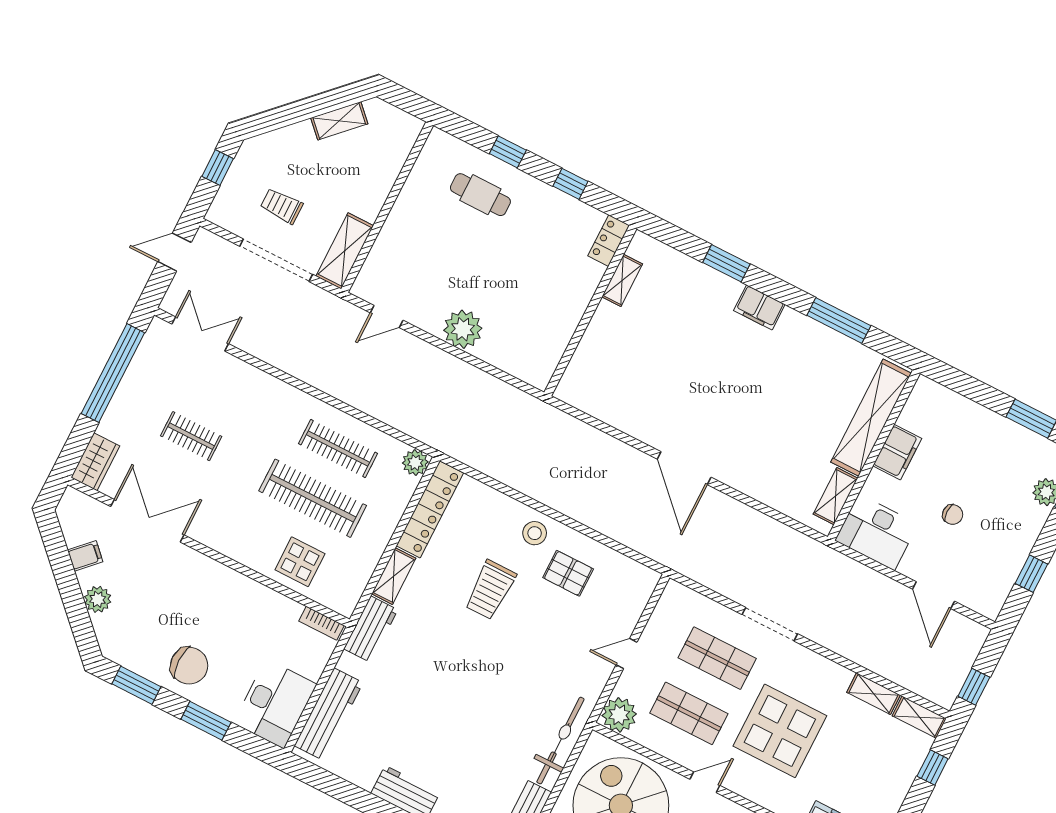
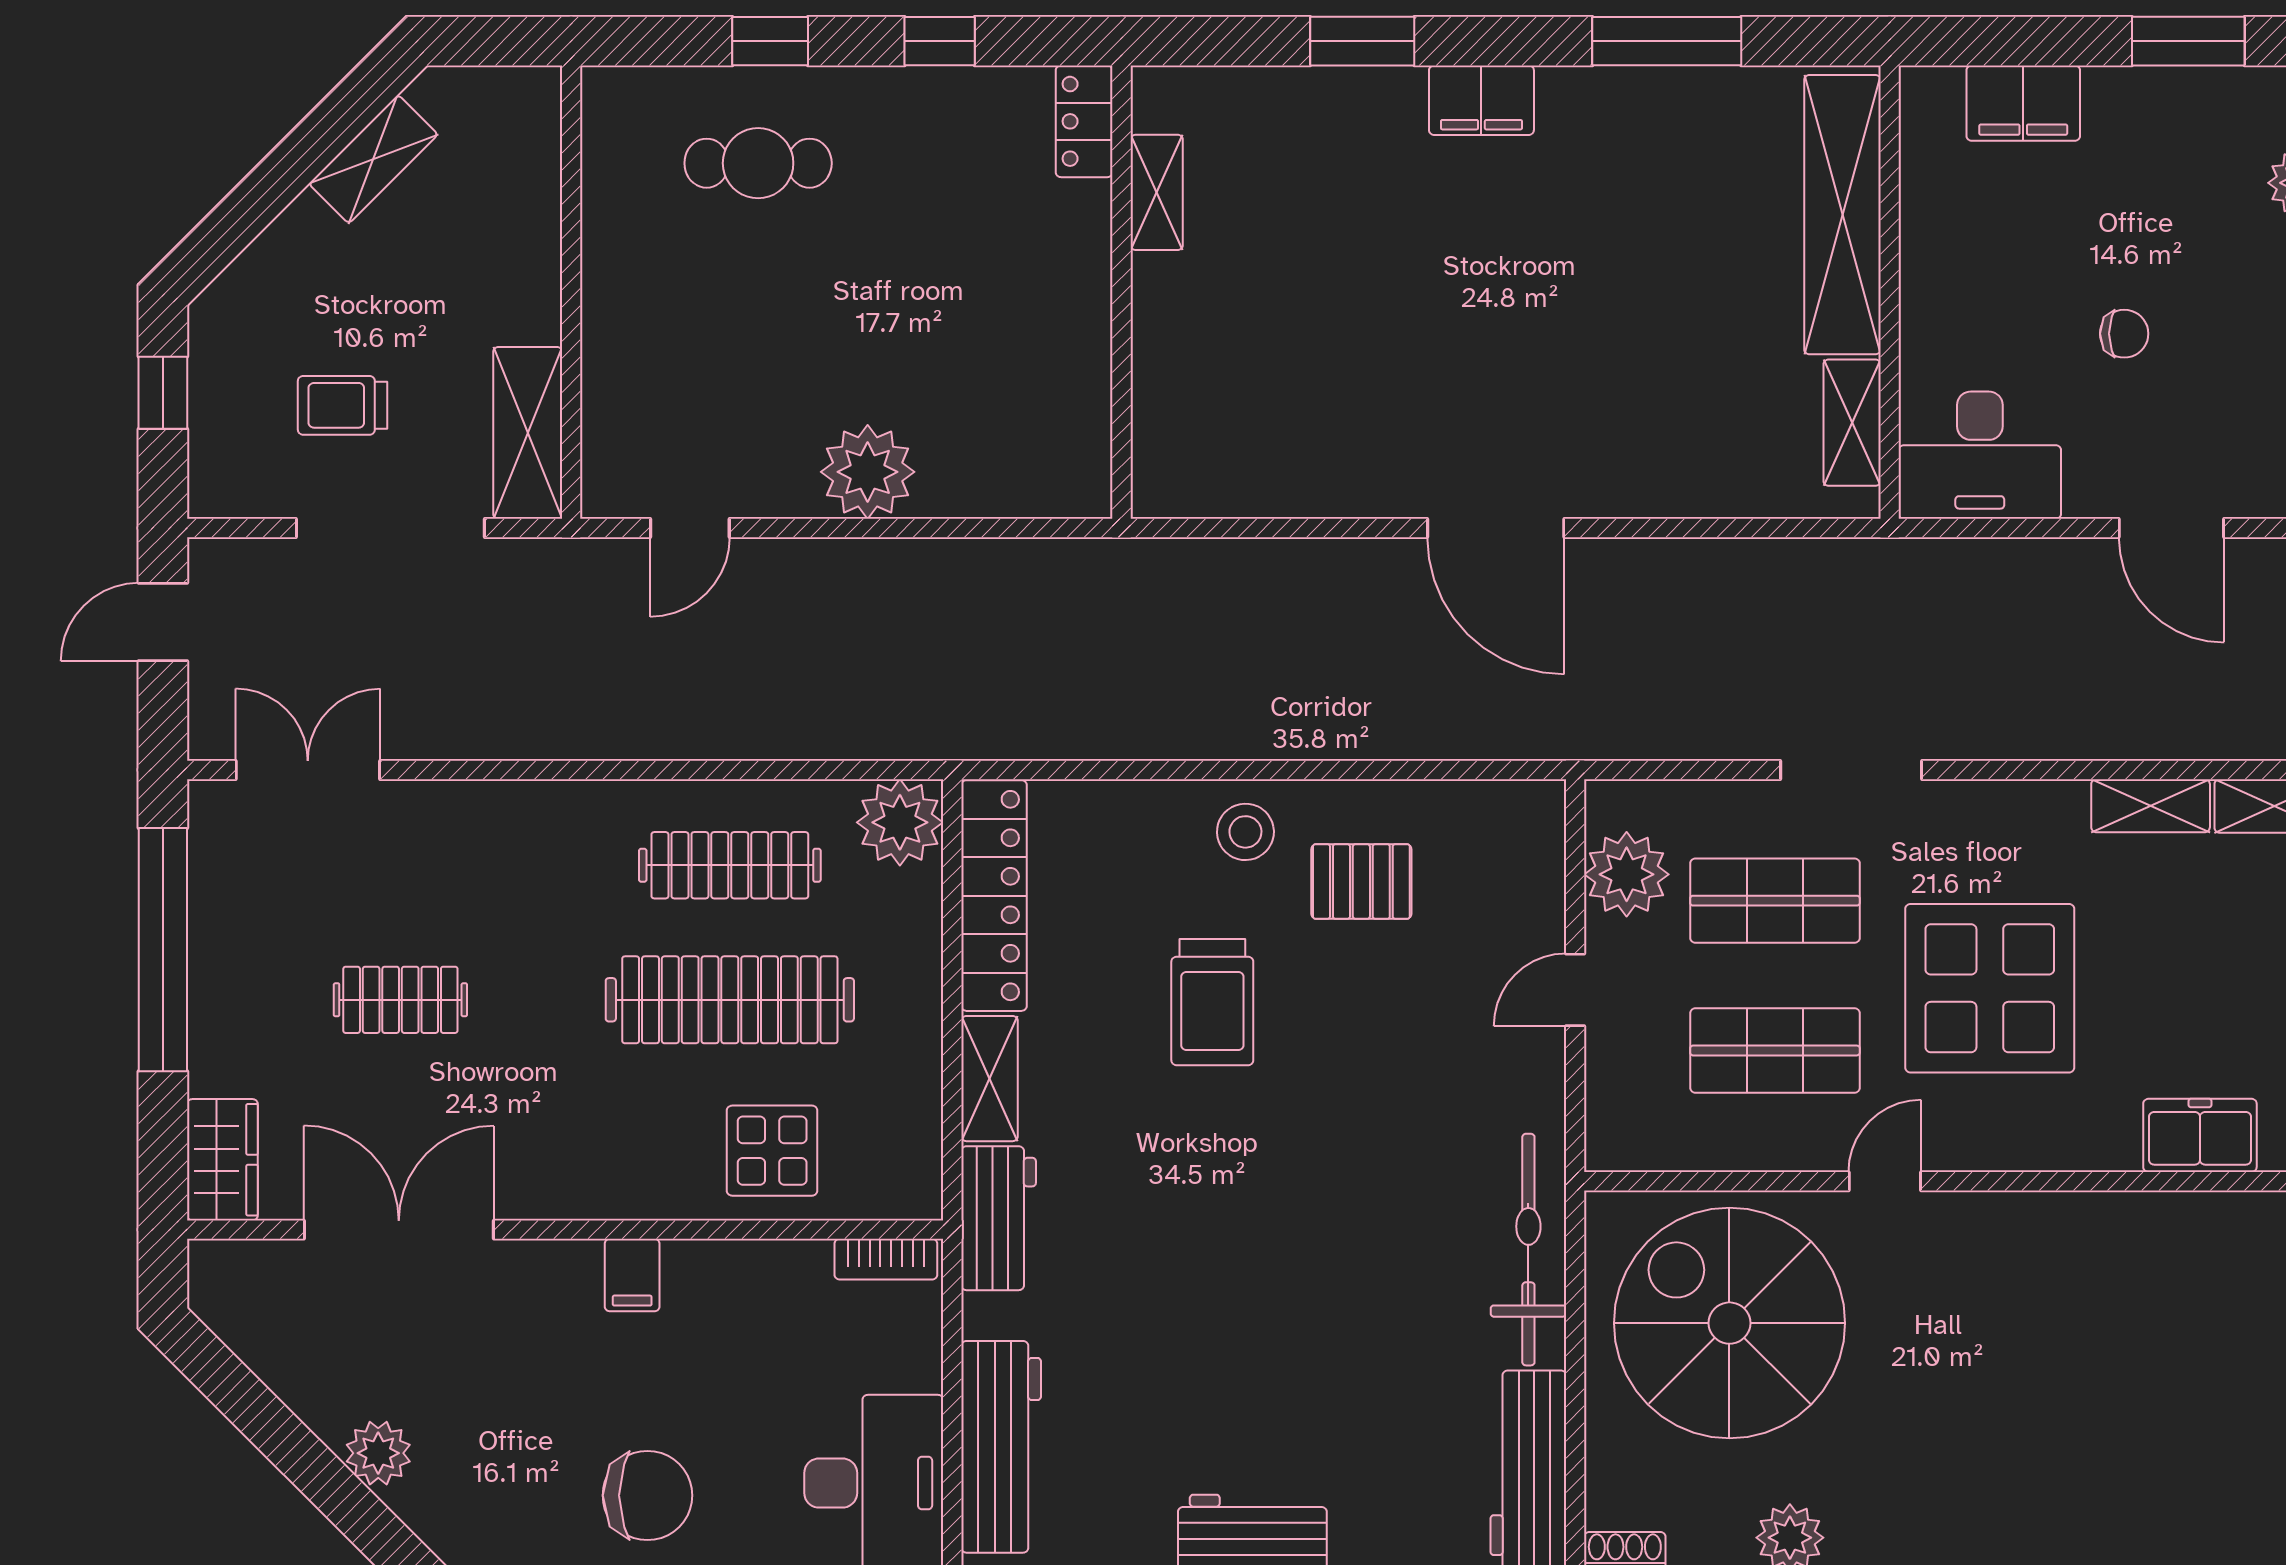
filing cabinet: (897, 452) -> (2023, 103), moved, turned 90
plant: (415, 463) -> (900, 822), width x1.36, depth x1.36
filing cabinet: (85, 556) -> (632, 1275), moved, turned 135
plant: (619, 715) -> (1627, 874), moved

